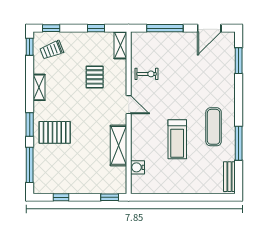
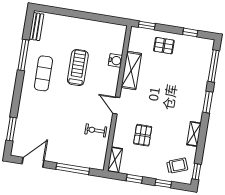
window: (51, 28) -> (163, 183), moved
pallet: (55, 132) -> (164, 46), moved, width x0.67, depth x0.71
water cooler: (138, 167) -> (115, 60), moved

